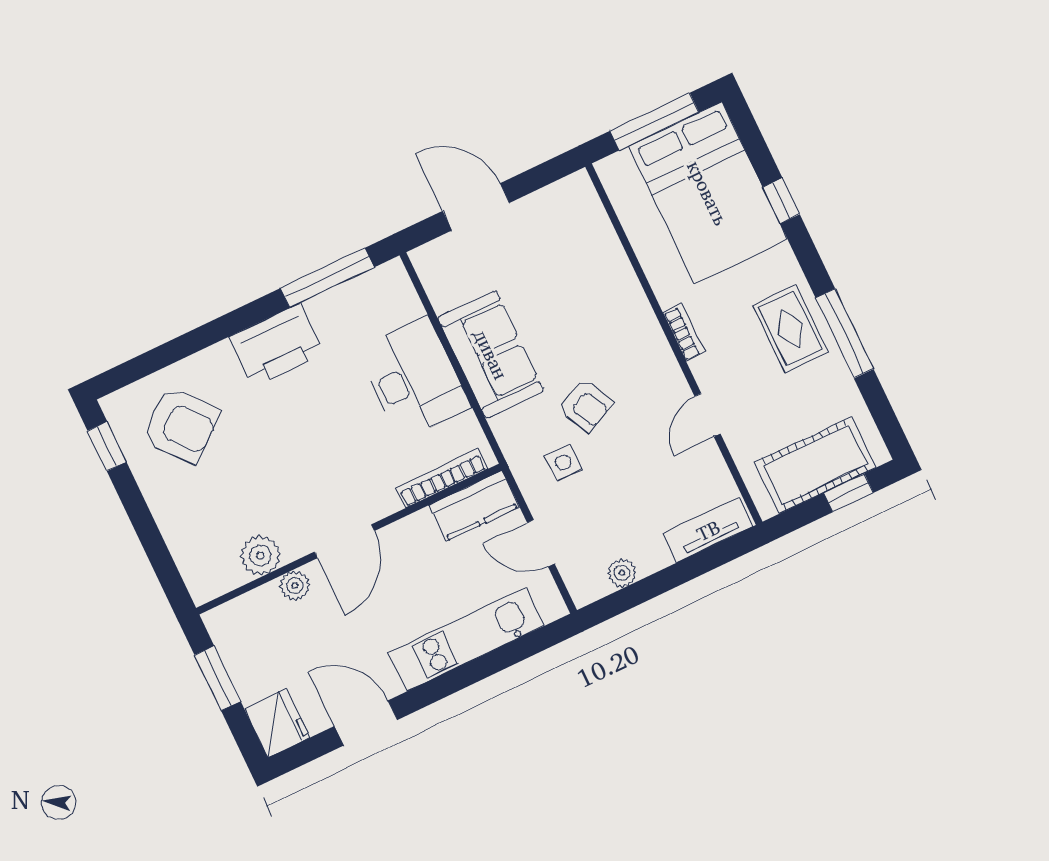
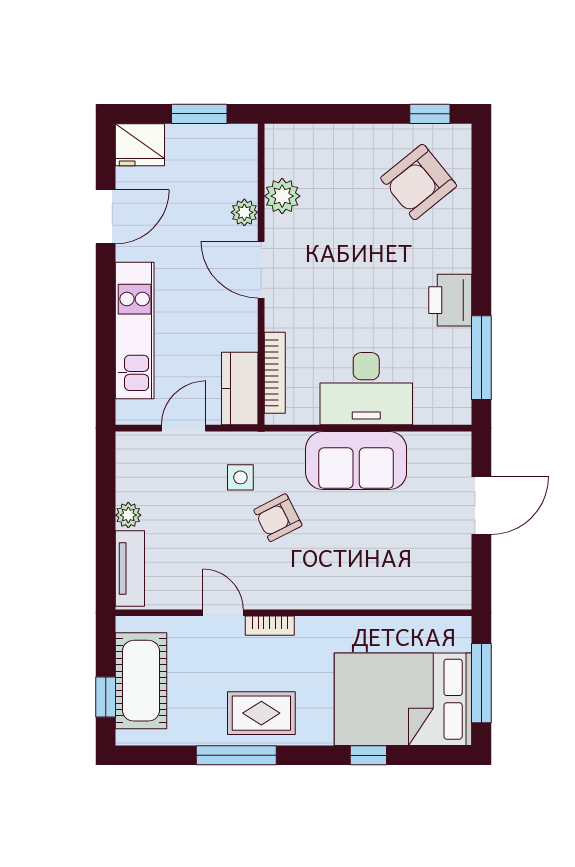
bookcase: (684, 332) -> (270, 626), moved
printer: (277, 345) -> (450, 300), width x0.73, depth x0.84
plant: (622, 573) -> (128, 515), moved

